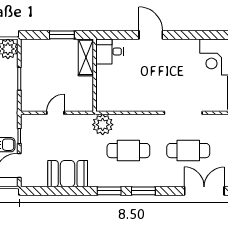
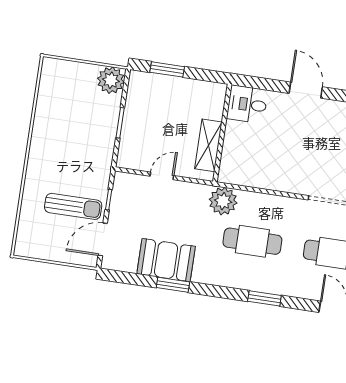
window: (62, 35) -> (167, 69), moved
shelving: (86, 57) -> (208, 145), moved
window: (109, 191) -> (173, 285), moved

